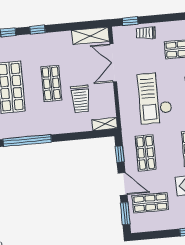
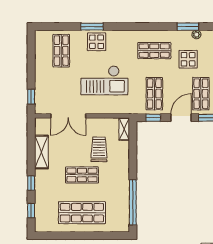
trolley: (146, 33) -> (43, 83), removed
shelving: (91, 36) -> (41, 152), moved
trolley: (80, 99) -> (99, 149), turned -90
shop shelf: (146, 153) -> (154, 94), turned 90

